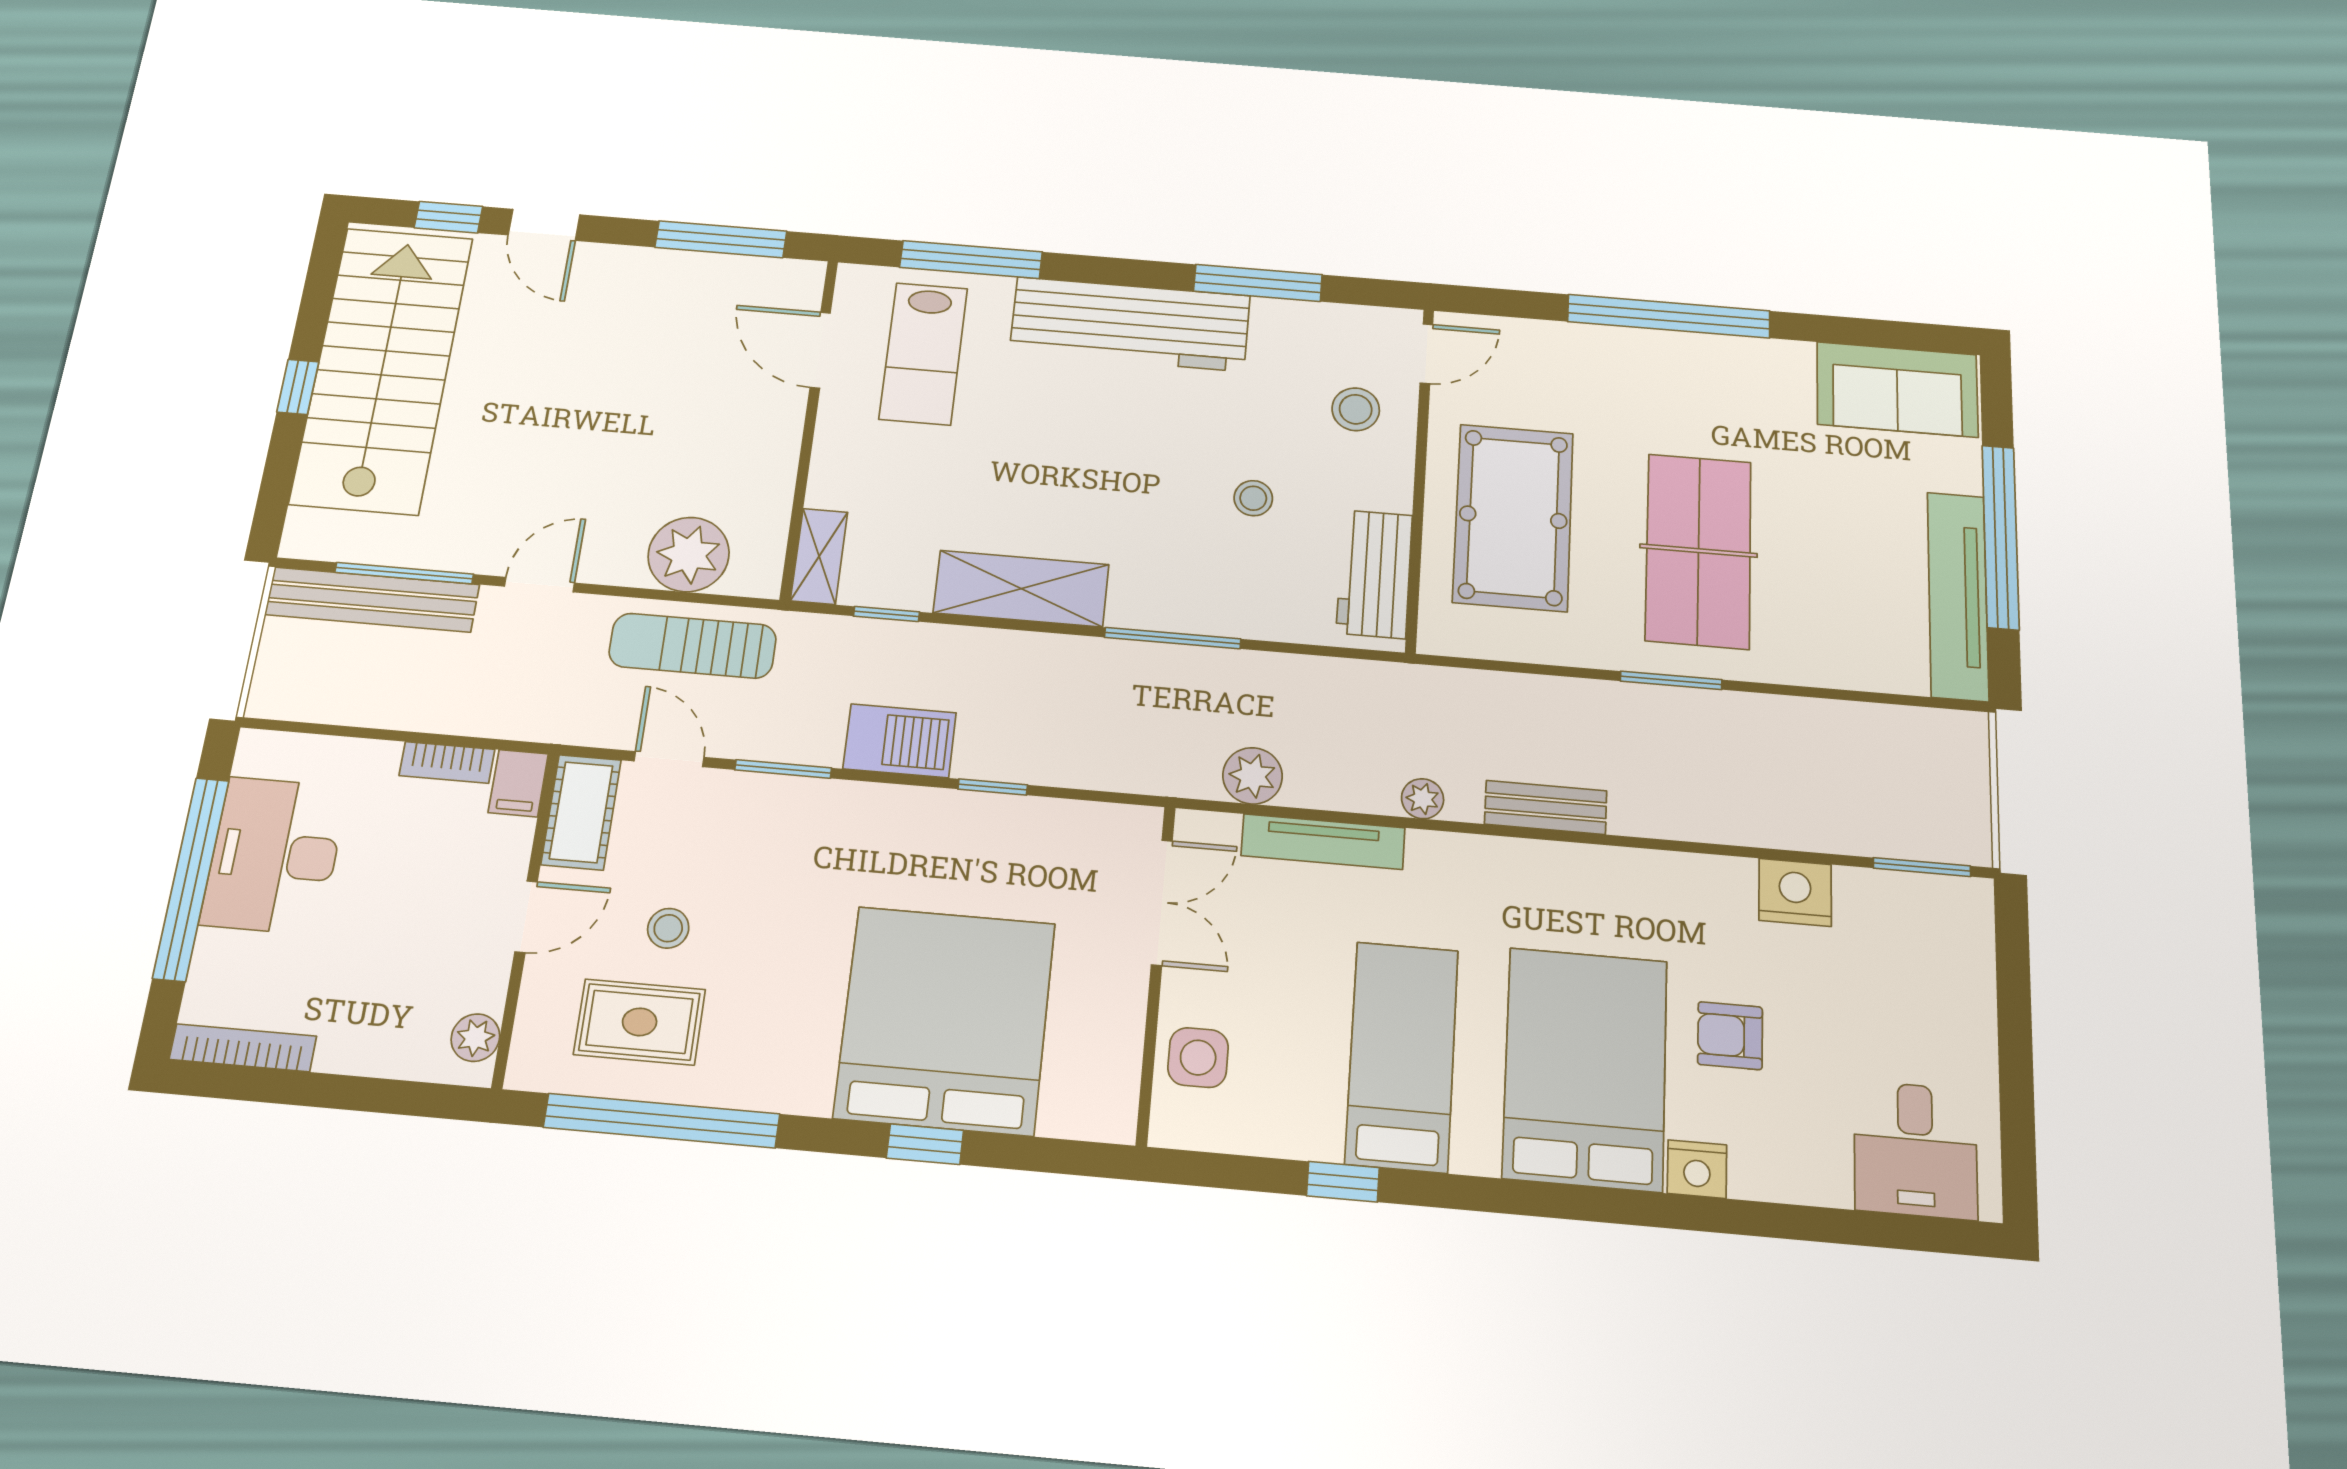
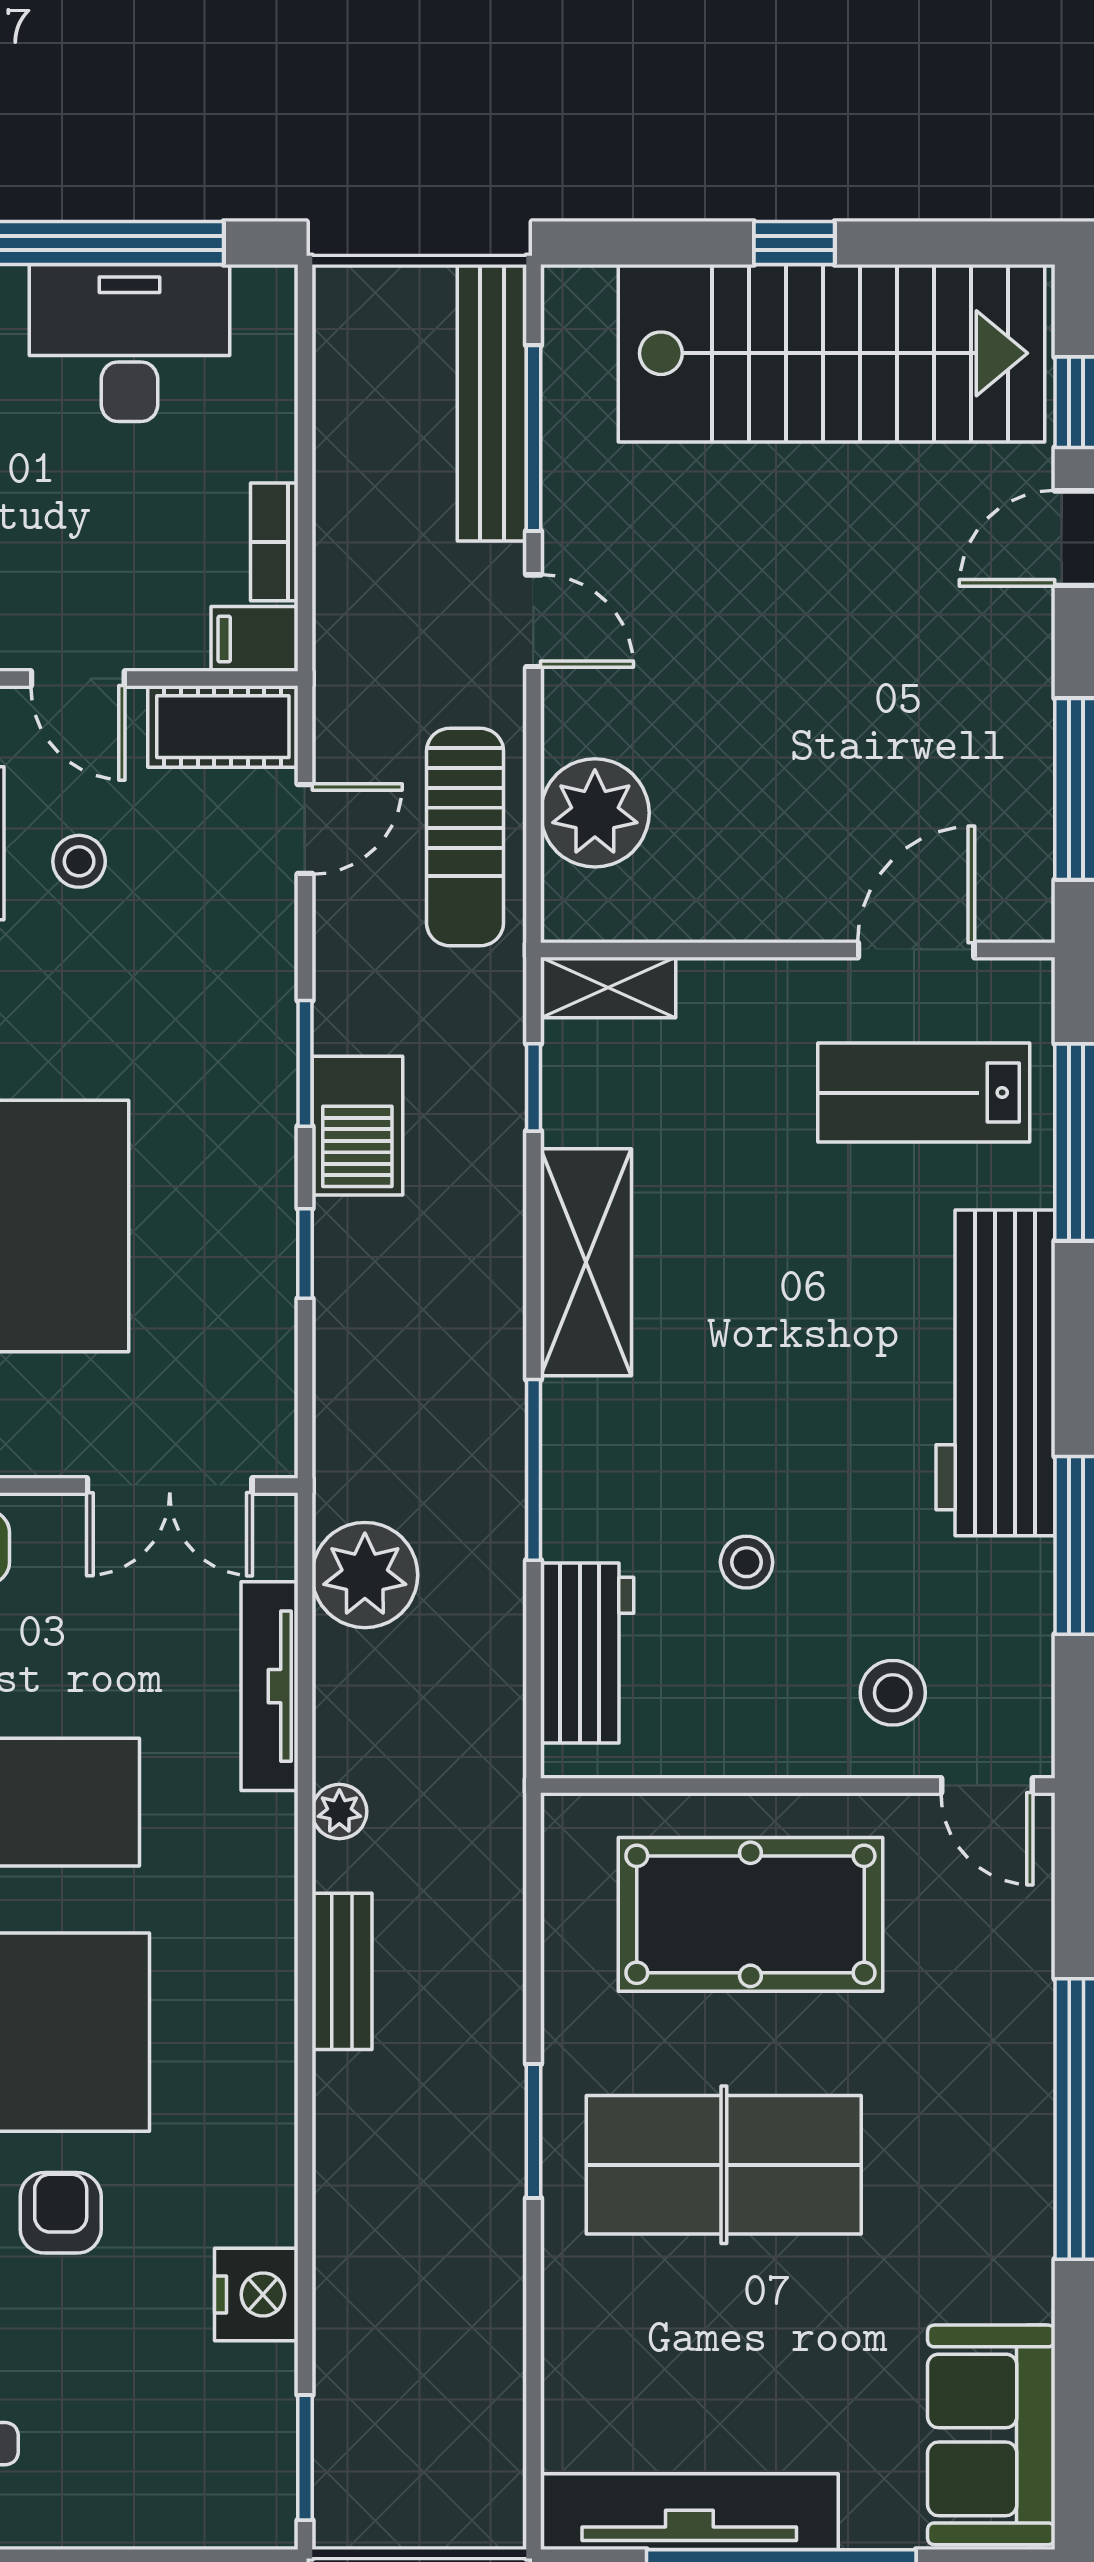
workbench: (1374, 574) -> (587, 1653), moved, turned 90
sun lounger: (693, 646) -> (465, 837), turned 180
window: (783, 769) -> (305, 1063), moved
plant: (1253, 776) -> (365, 1575), width x1.36, depth x1.36

